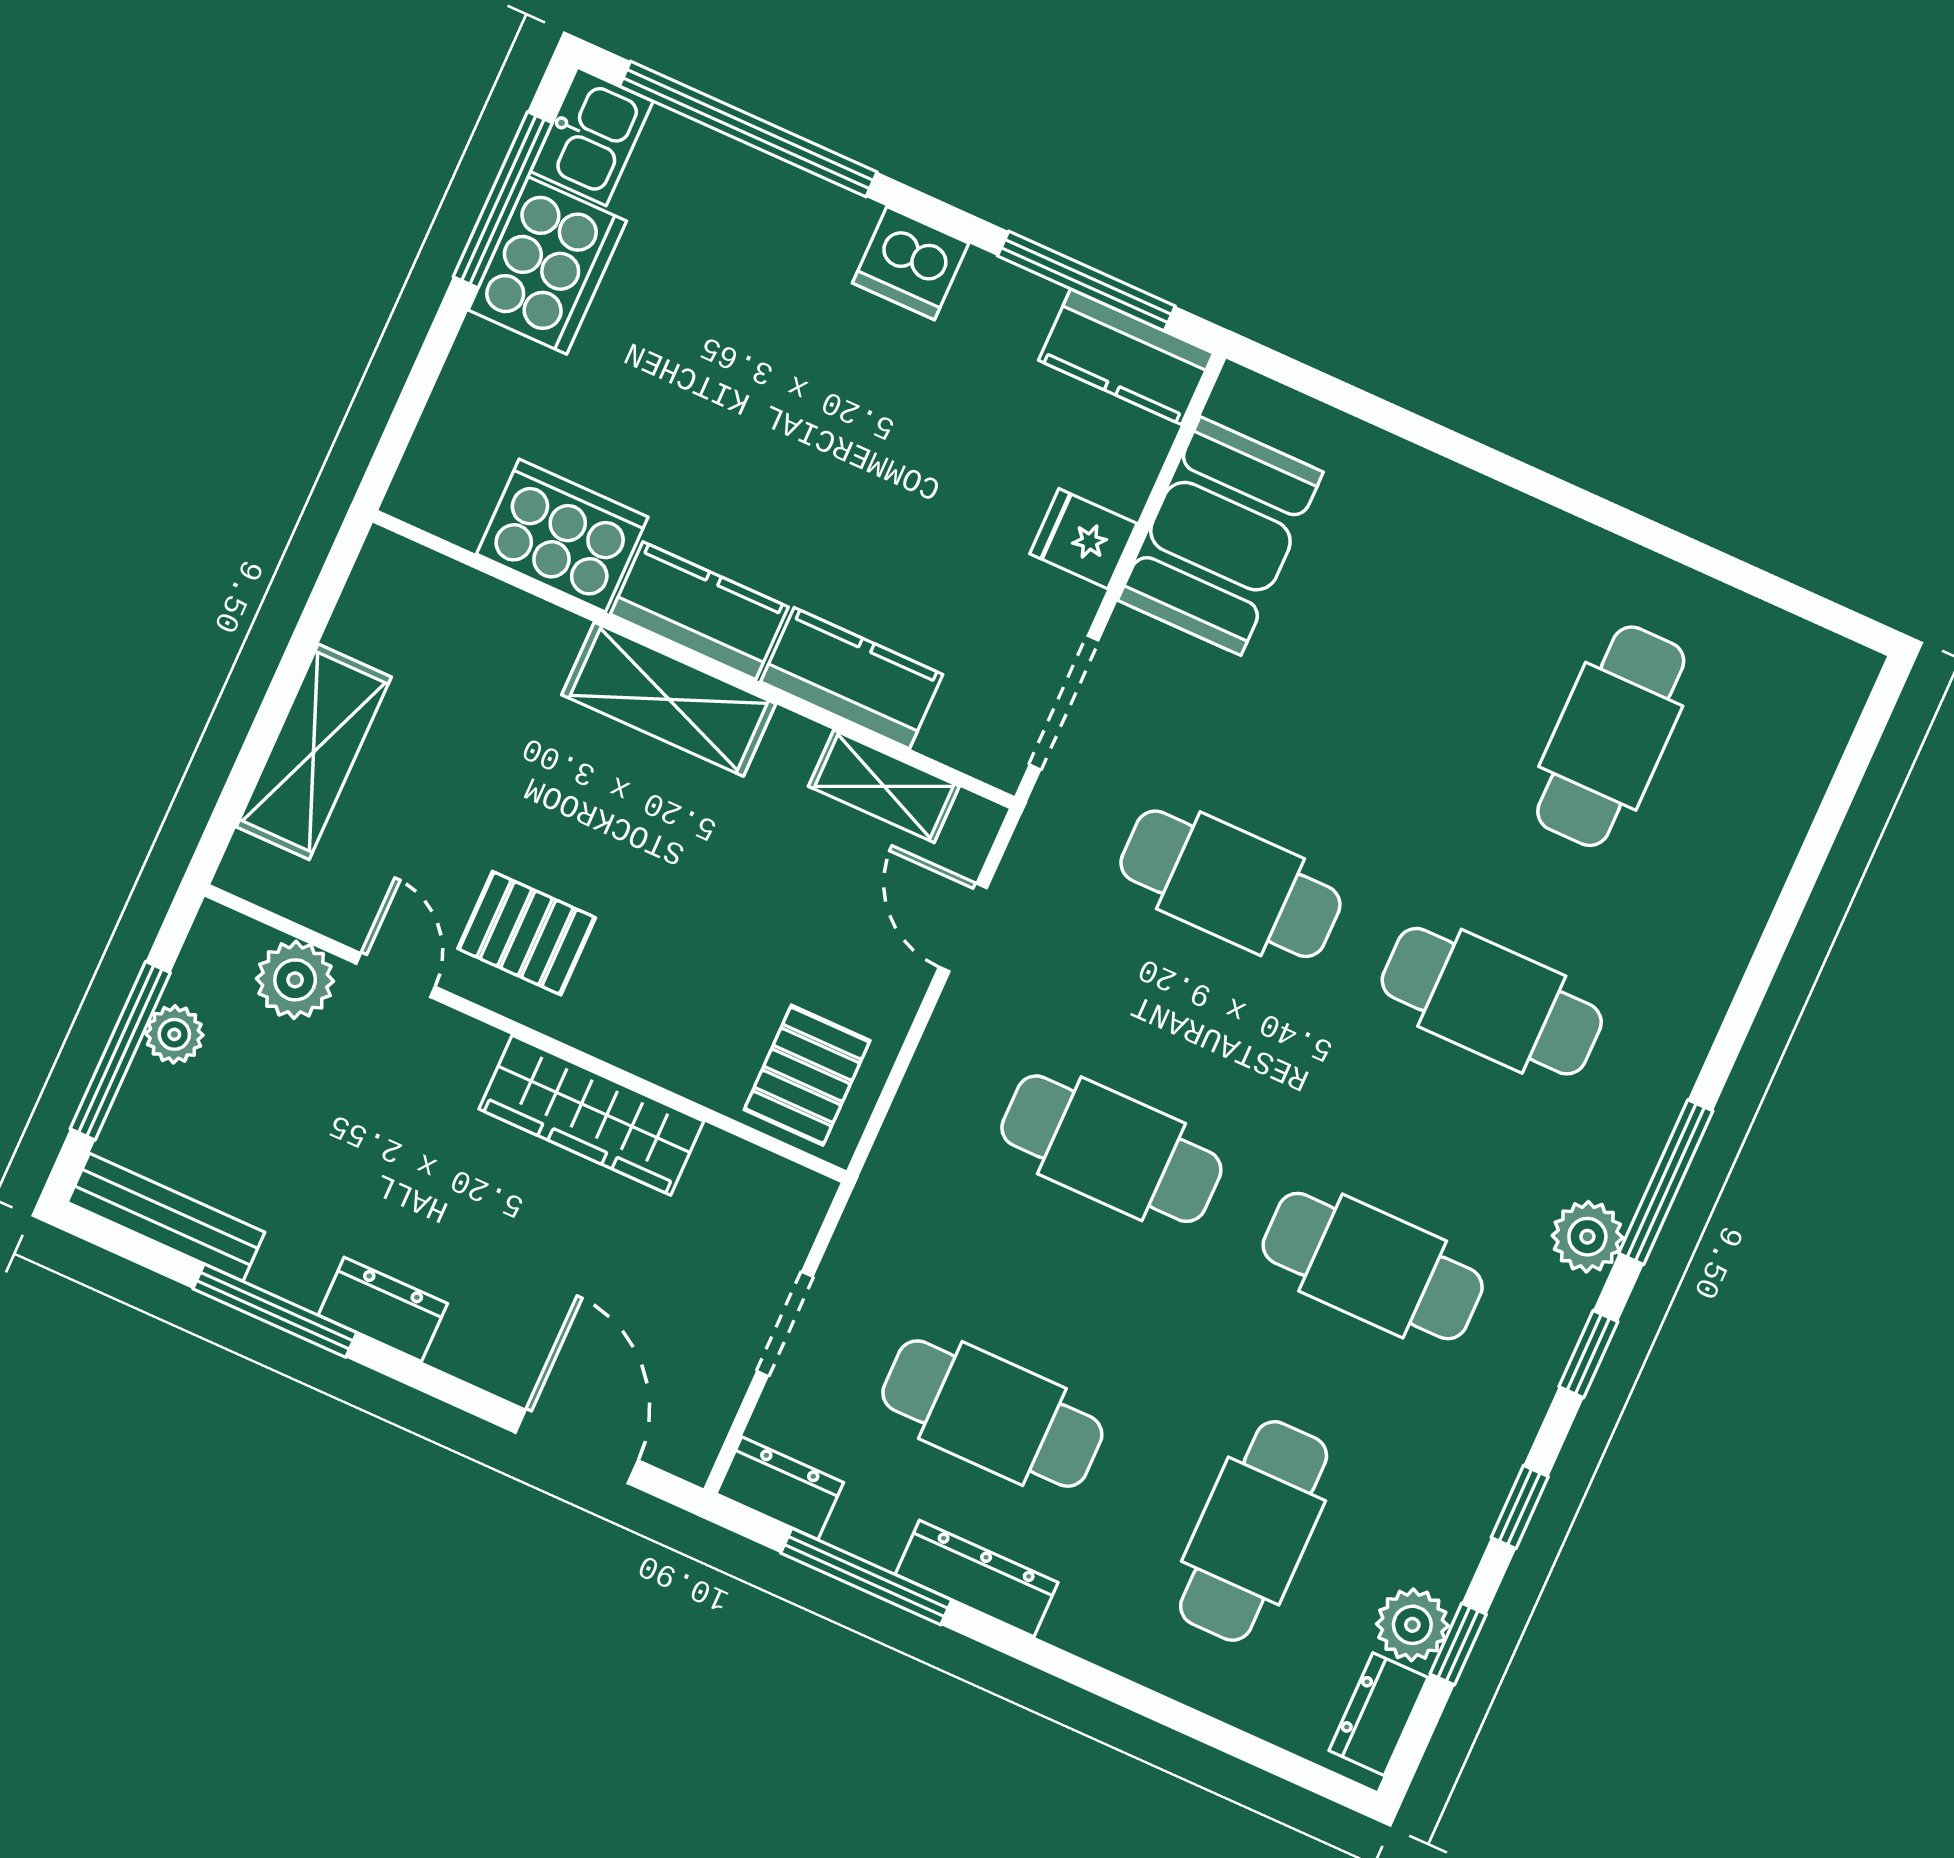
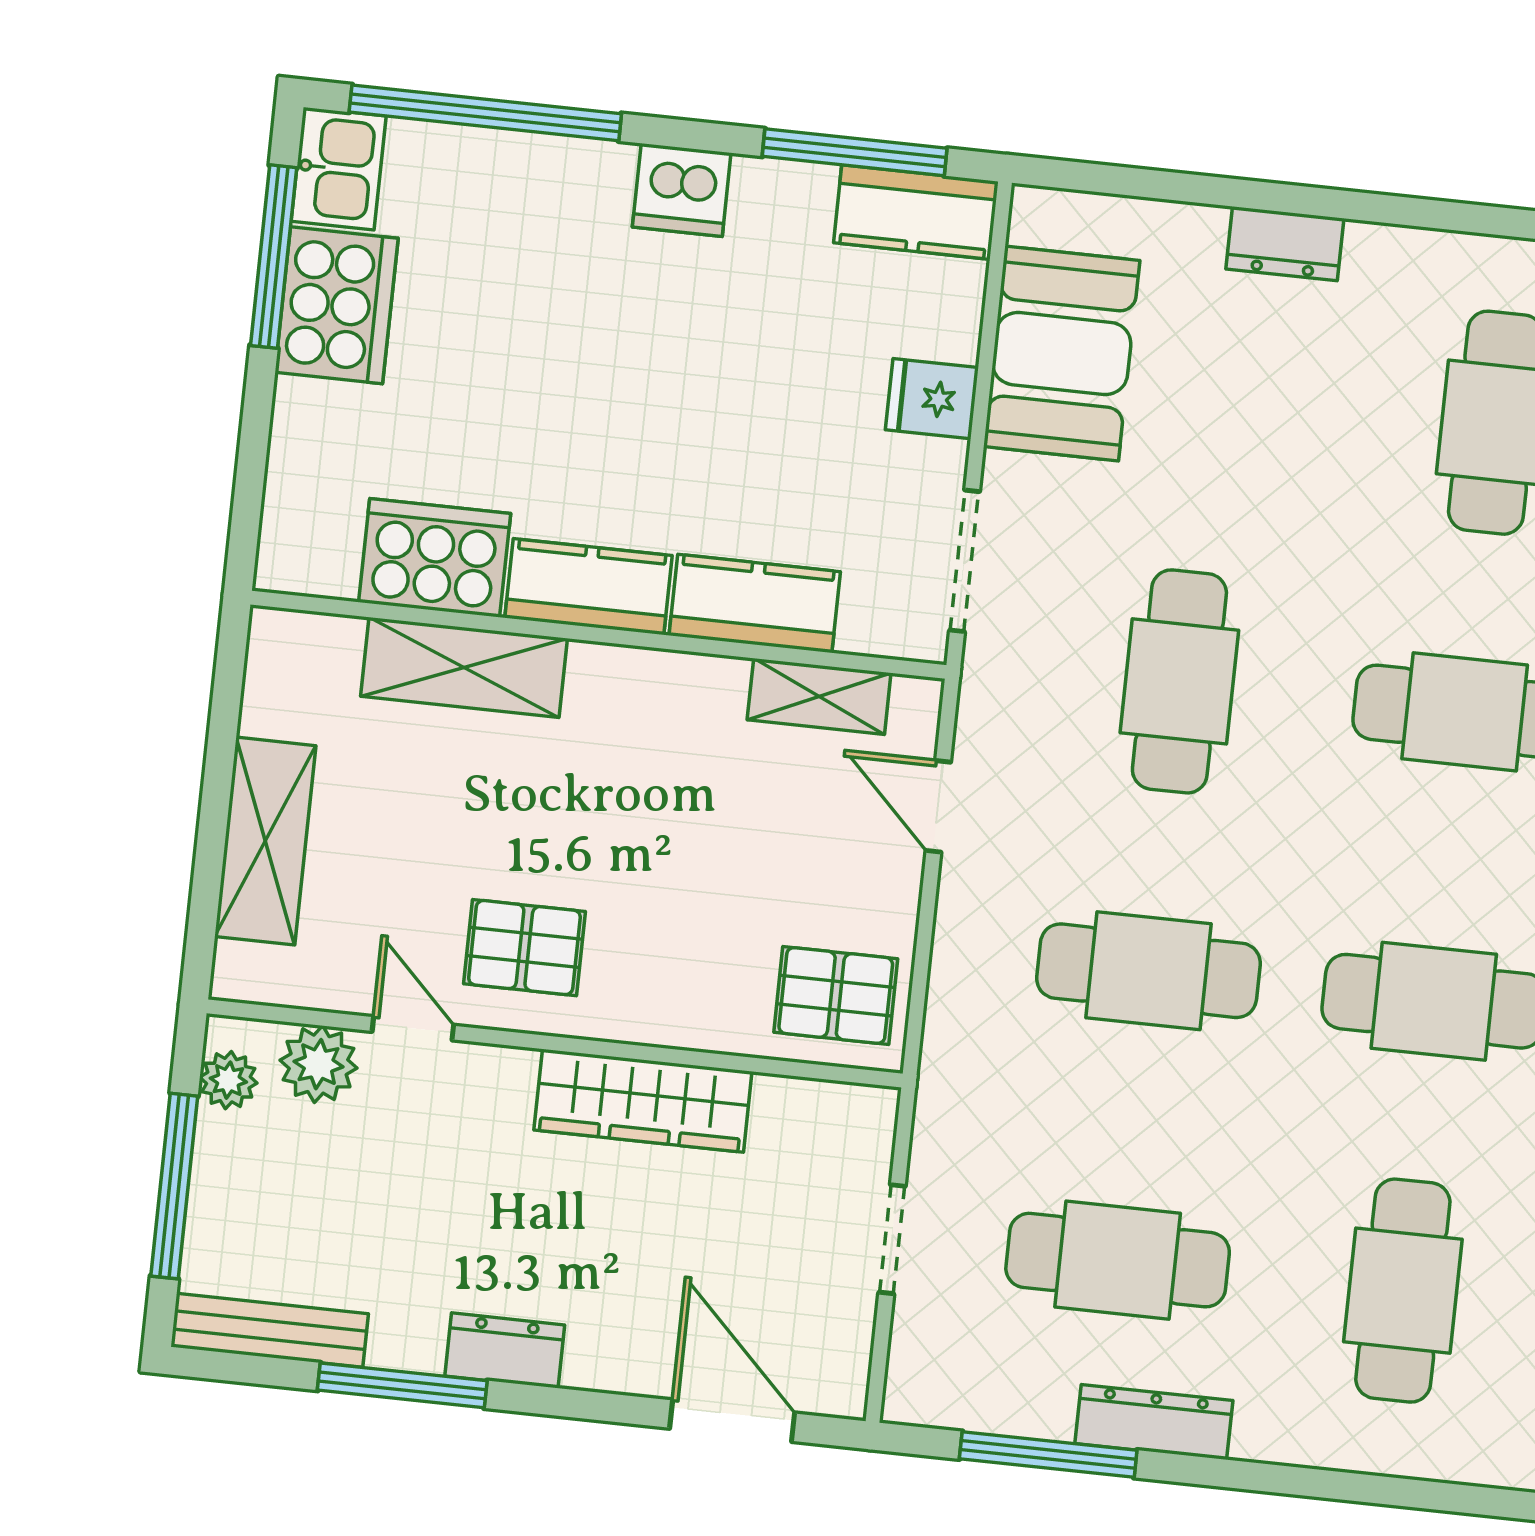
shelving: (669, 699) -> (464, 667), moved
cafe table: (1230, 884) -> (1179, 681), turned 90
plant: (174, 1034) -> (228, 1080), moved
pallet: (807, 1075) -> (836, 996), turned 90
dresser: (780, 1488) -> (1285, 244), moved, turned 180

